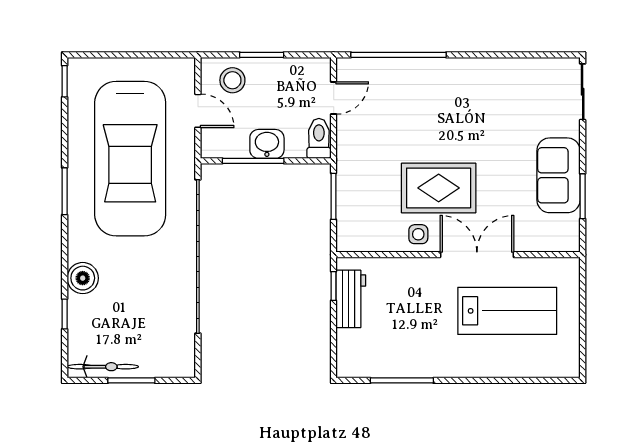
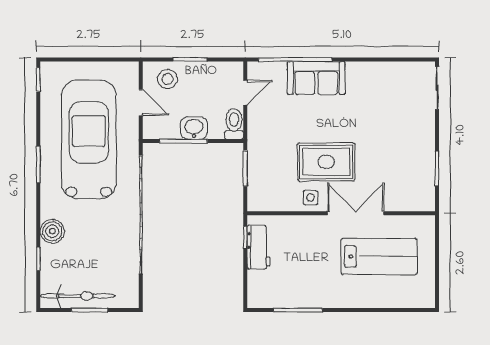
car: (130, 159) -> (89, 139), turned 180
sofa: (559, 175) -> (316, 78), moved, turned -90
bicycle: (103, 367) -> (78, 296), width x1.37, depth x1.40

